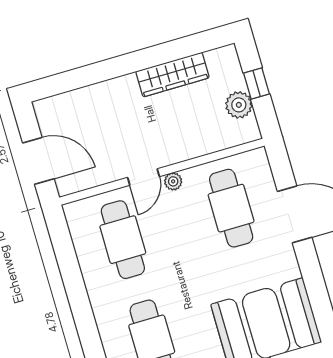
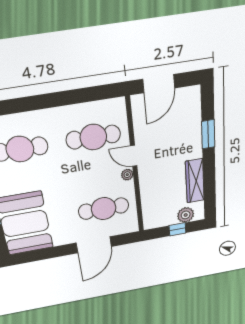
window: (99, 72) -> (208, 134), added
plant: (239, 105) -> (186, 215), moved

